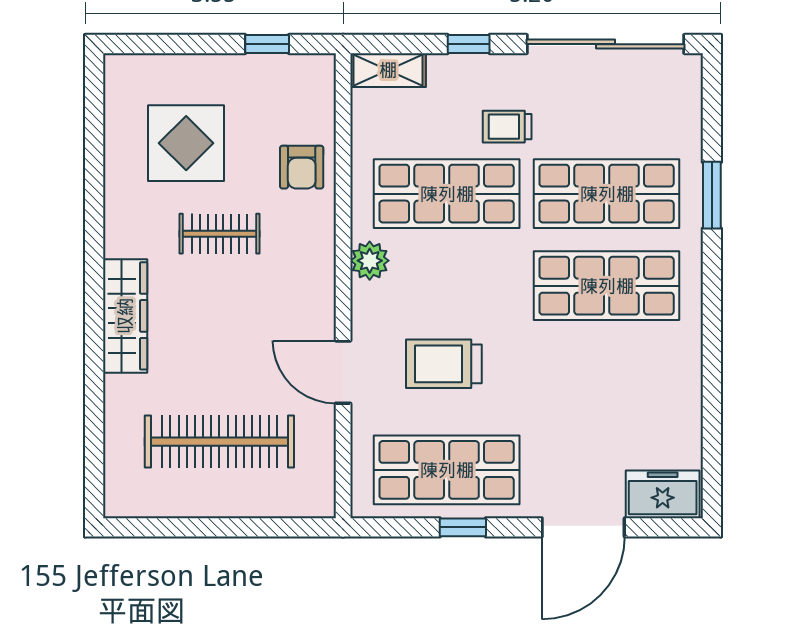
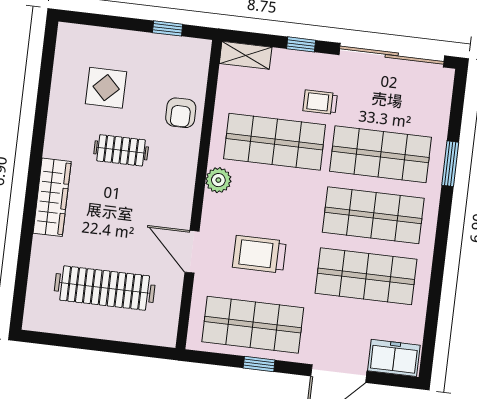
display table: (186, 143) -> (106, 88), width x0.73, depth x0.73
shop shelf: (607, 378) -> (366, 276), added

